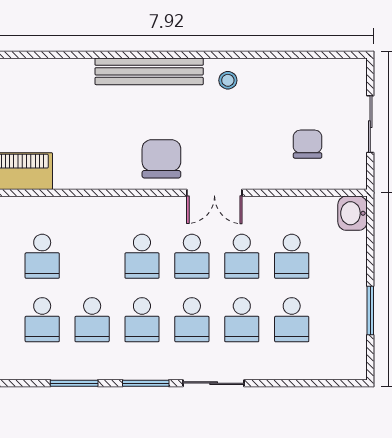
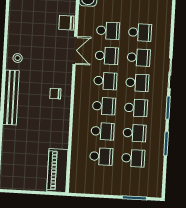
chair: (308, 144) -> (66, 23), moved
chair: (161, 159) -> (55, 94), width x0.54, depth x0.54
double door: (214, 193) -> (75, 50), moved
school desk: (92, 256) -> (103, 131), added

